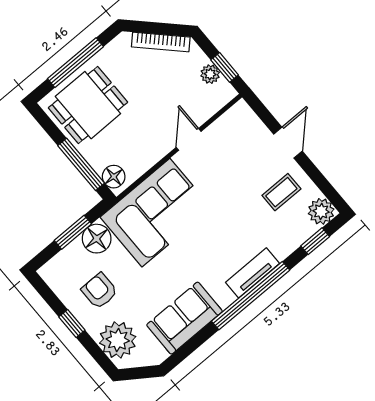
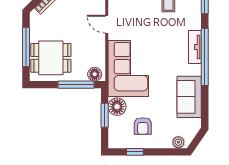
dining table: (88, 105) -> (51, 58), turned 90
armchair: (99, 291) -> (143, 126), turned -90
window: (72, 323) -> (135, 152), moved
plant: (118, 340) -> (178, 142), width x0.53, depth x0.53

